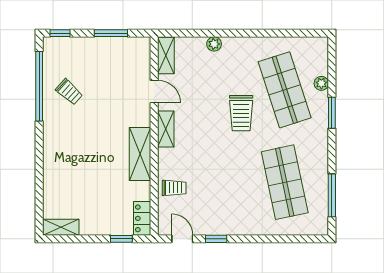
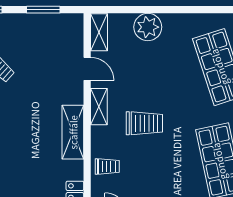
plant: (214, 44) -> (148, 27), width x1.87, depth x1.87
trolley: (241, 113) -> (144, 123), moved, turned -90

